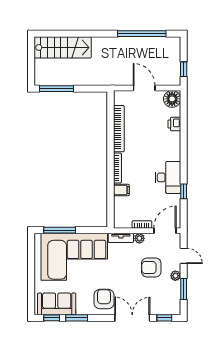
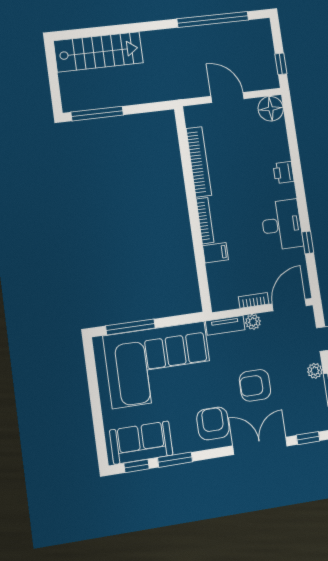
printer: (174, 124) -> (283, 172), moved
armchair: (151, 267) -> (255, 385), moved

